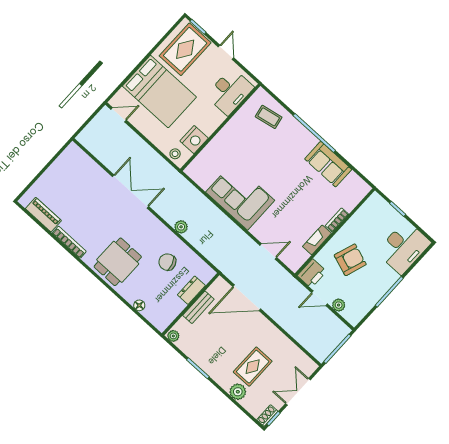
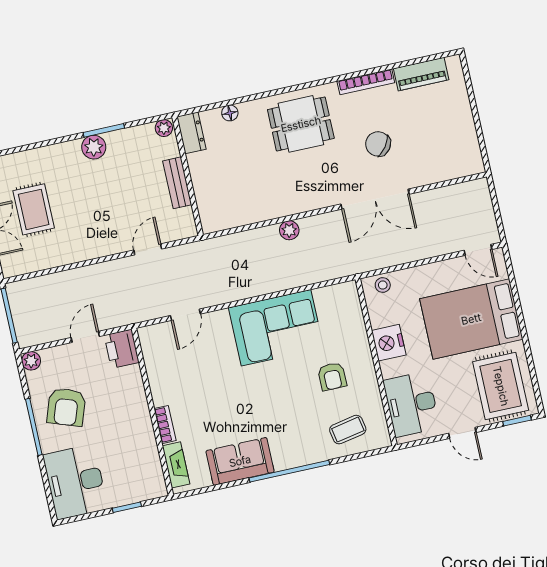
door: (119, 115) -> (478, 250), hinge flipped
nightstand: (194, 140) -> (389, 343), moved
armchair: (245, 146) -> (332, 376), added
fireplace: (317, 240) -> (176, 465), moved
armchair: (350, 260) -> (66, 407), moved
dining table: (118, 262) -> (301, 124), turned 90
chair: (167, 262) -> (378, 144), moved, turned -126
dresser: (191, 290) -> (191, 133), moved
door: (247, 298) -> (148, 249), width x0.53
plant: (339, 305) -> (31, 361), moved
rug: (253, 367) -> (34, 209), moved
plant: (238, 392) -> (94, 147), moved

